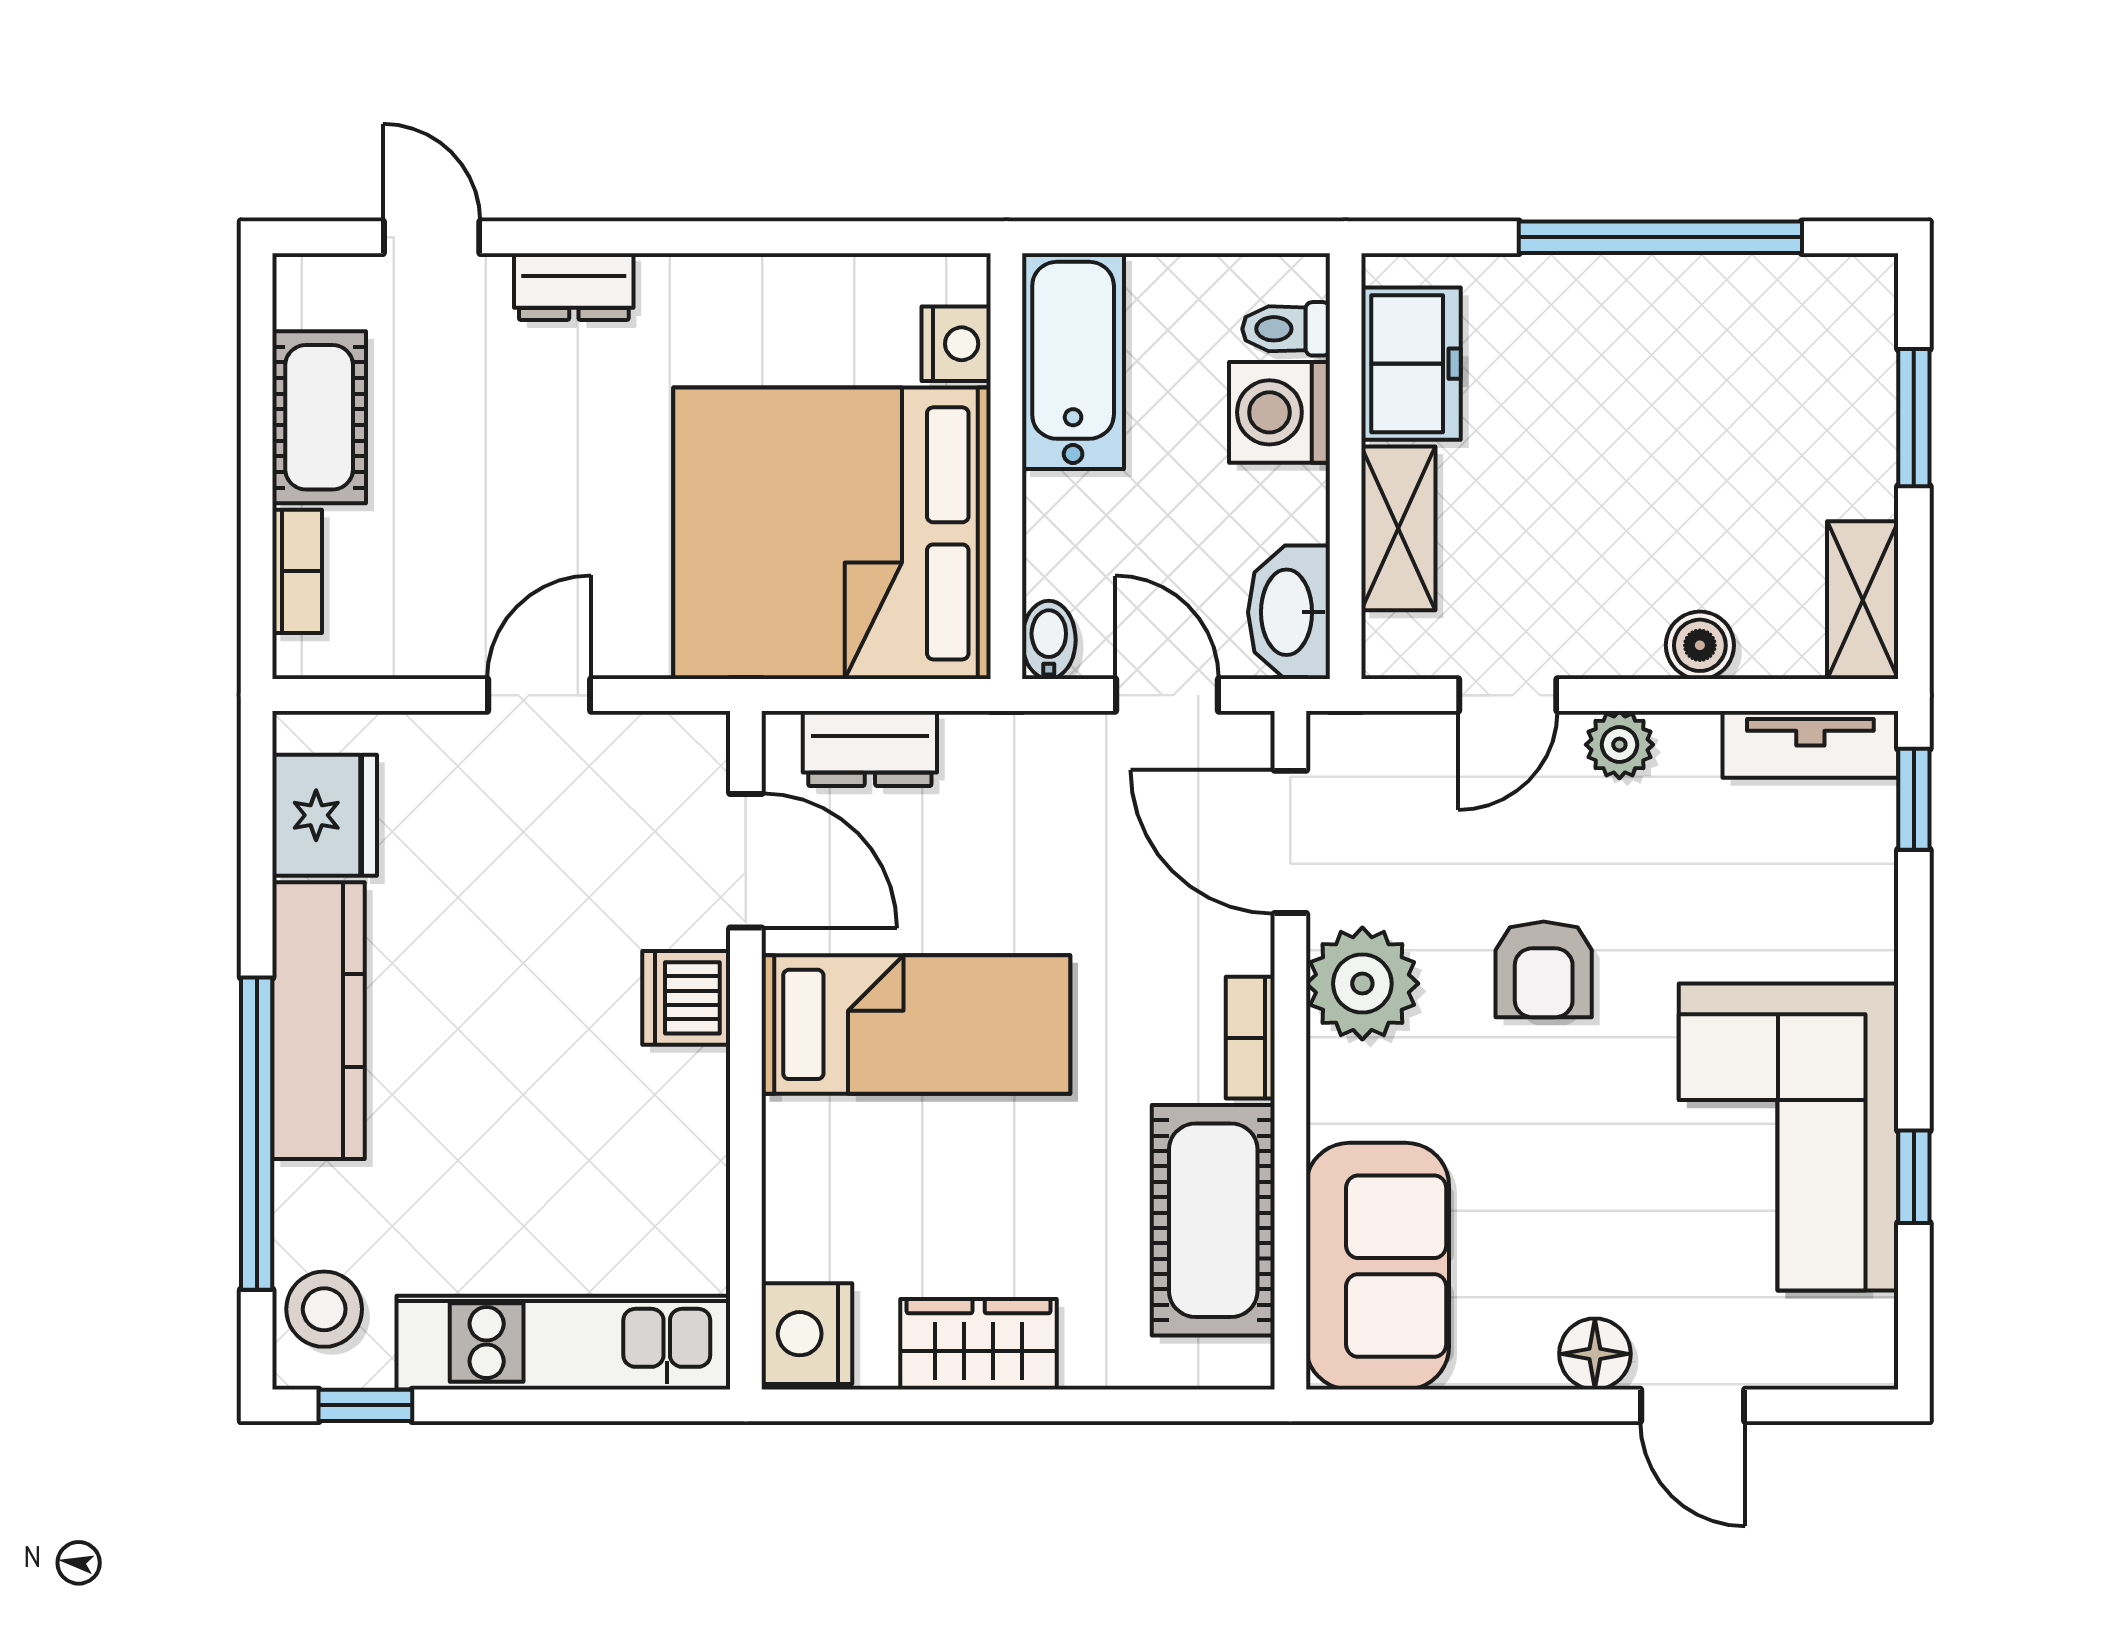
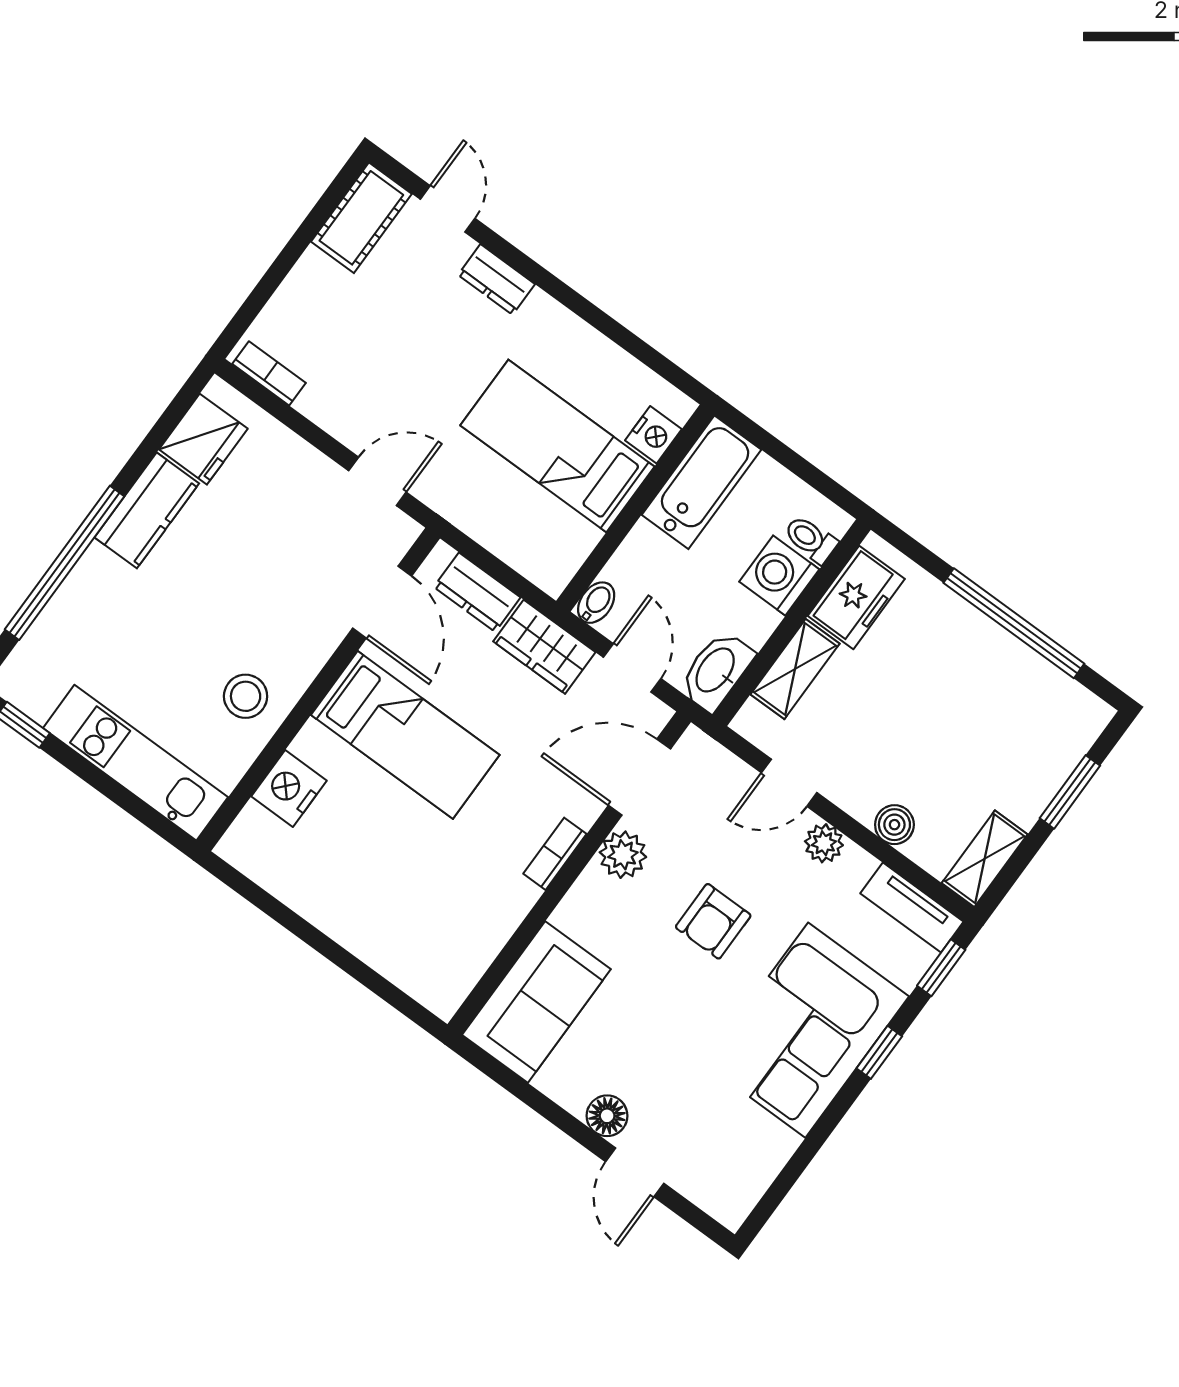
cot: (319, 417) -> (361, 218), moved
bed: (832, 533) -> (557, 446), width x0.49
bookcase: (297, 571) -> (269, 373), moved, turned -90
door: (539, 695) -> (377, 481), moved
door: (1290, 842) -> (639, 777), hinge flipped
plant: (1362, 984) -> (623, 855), width x0.73, depth x0.73
dishwasher: (686, 998) -> (308, 645), removed
kitchen counter: (319, 1021) -> (147, 510), width x0.67
corner sofa: (1789, 1137) -> (807, 1030), moved
window: (1914, 1177) -> (879, 1052), moved
cot: (1213, 1220) -> (476, 925), removed
stool: (324, 1309) -> (246, 696), moved
nightstand: (807, 1334) -> (289, 788), moved
wardrobe: (979, 1344) -> (544, 647), moved, turned 180

